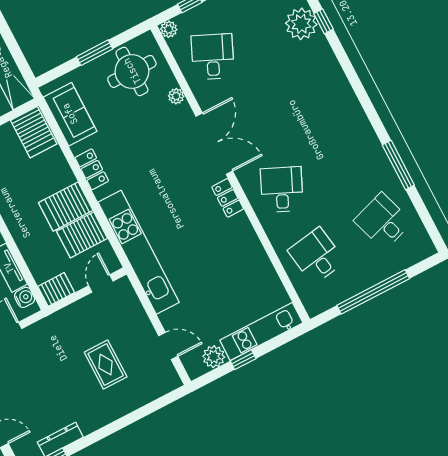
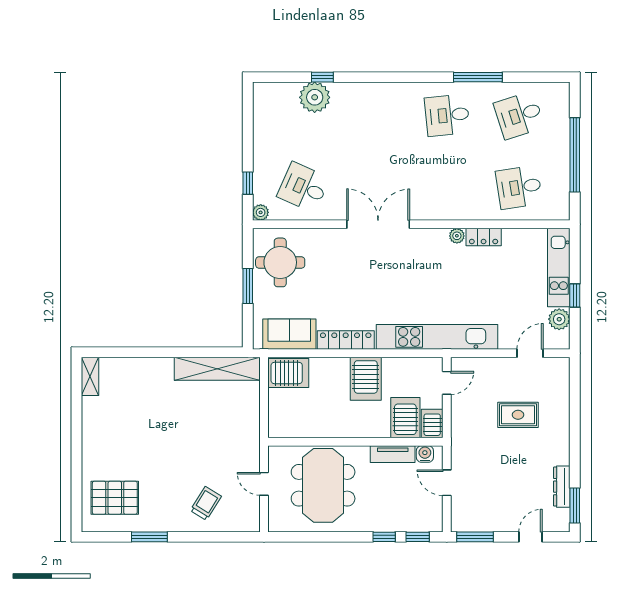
plant: (176, 96) -> (457, 236), moved
locker: (92, 169) -> (346, 340), width x1.53
desk: (282, 190) -> (447, 115), moved, turned -30
locker: (228, 198) -> (484, 237), moved
server rack: (82, 235) -> (405, 418), moved, turned 180
door: (101, 283) -> (447, 383), swing flipped

